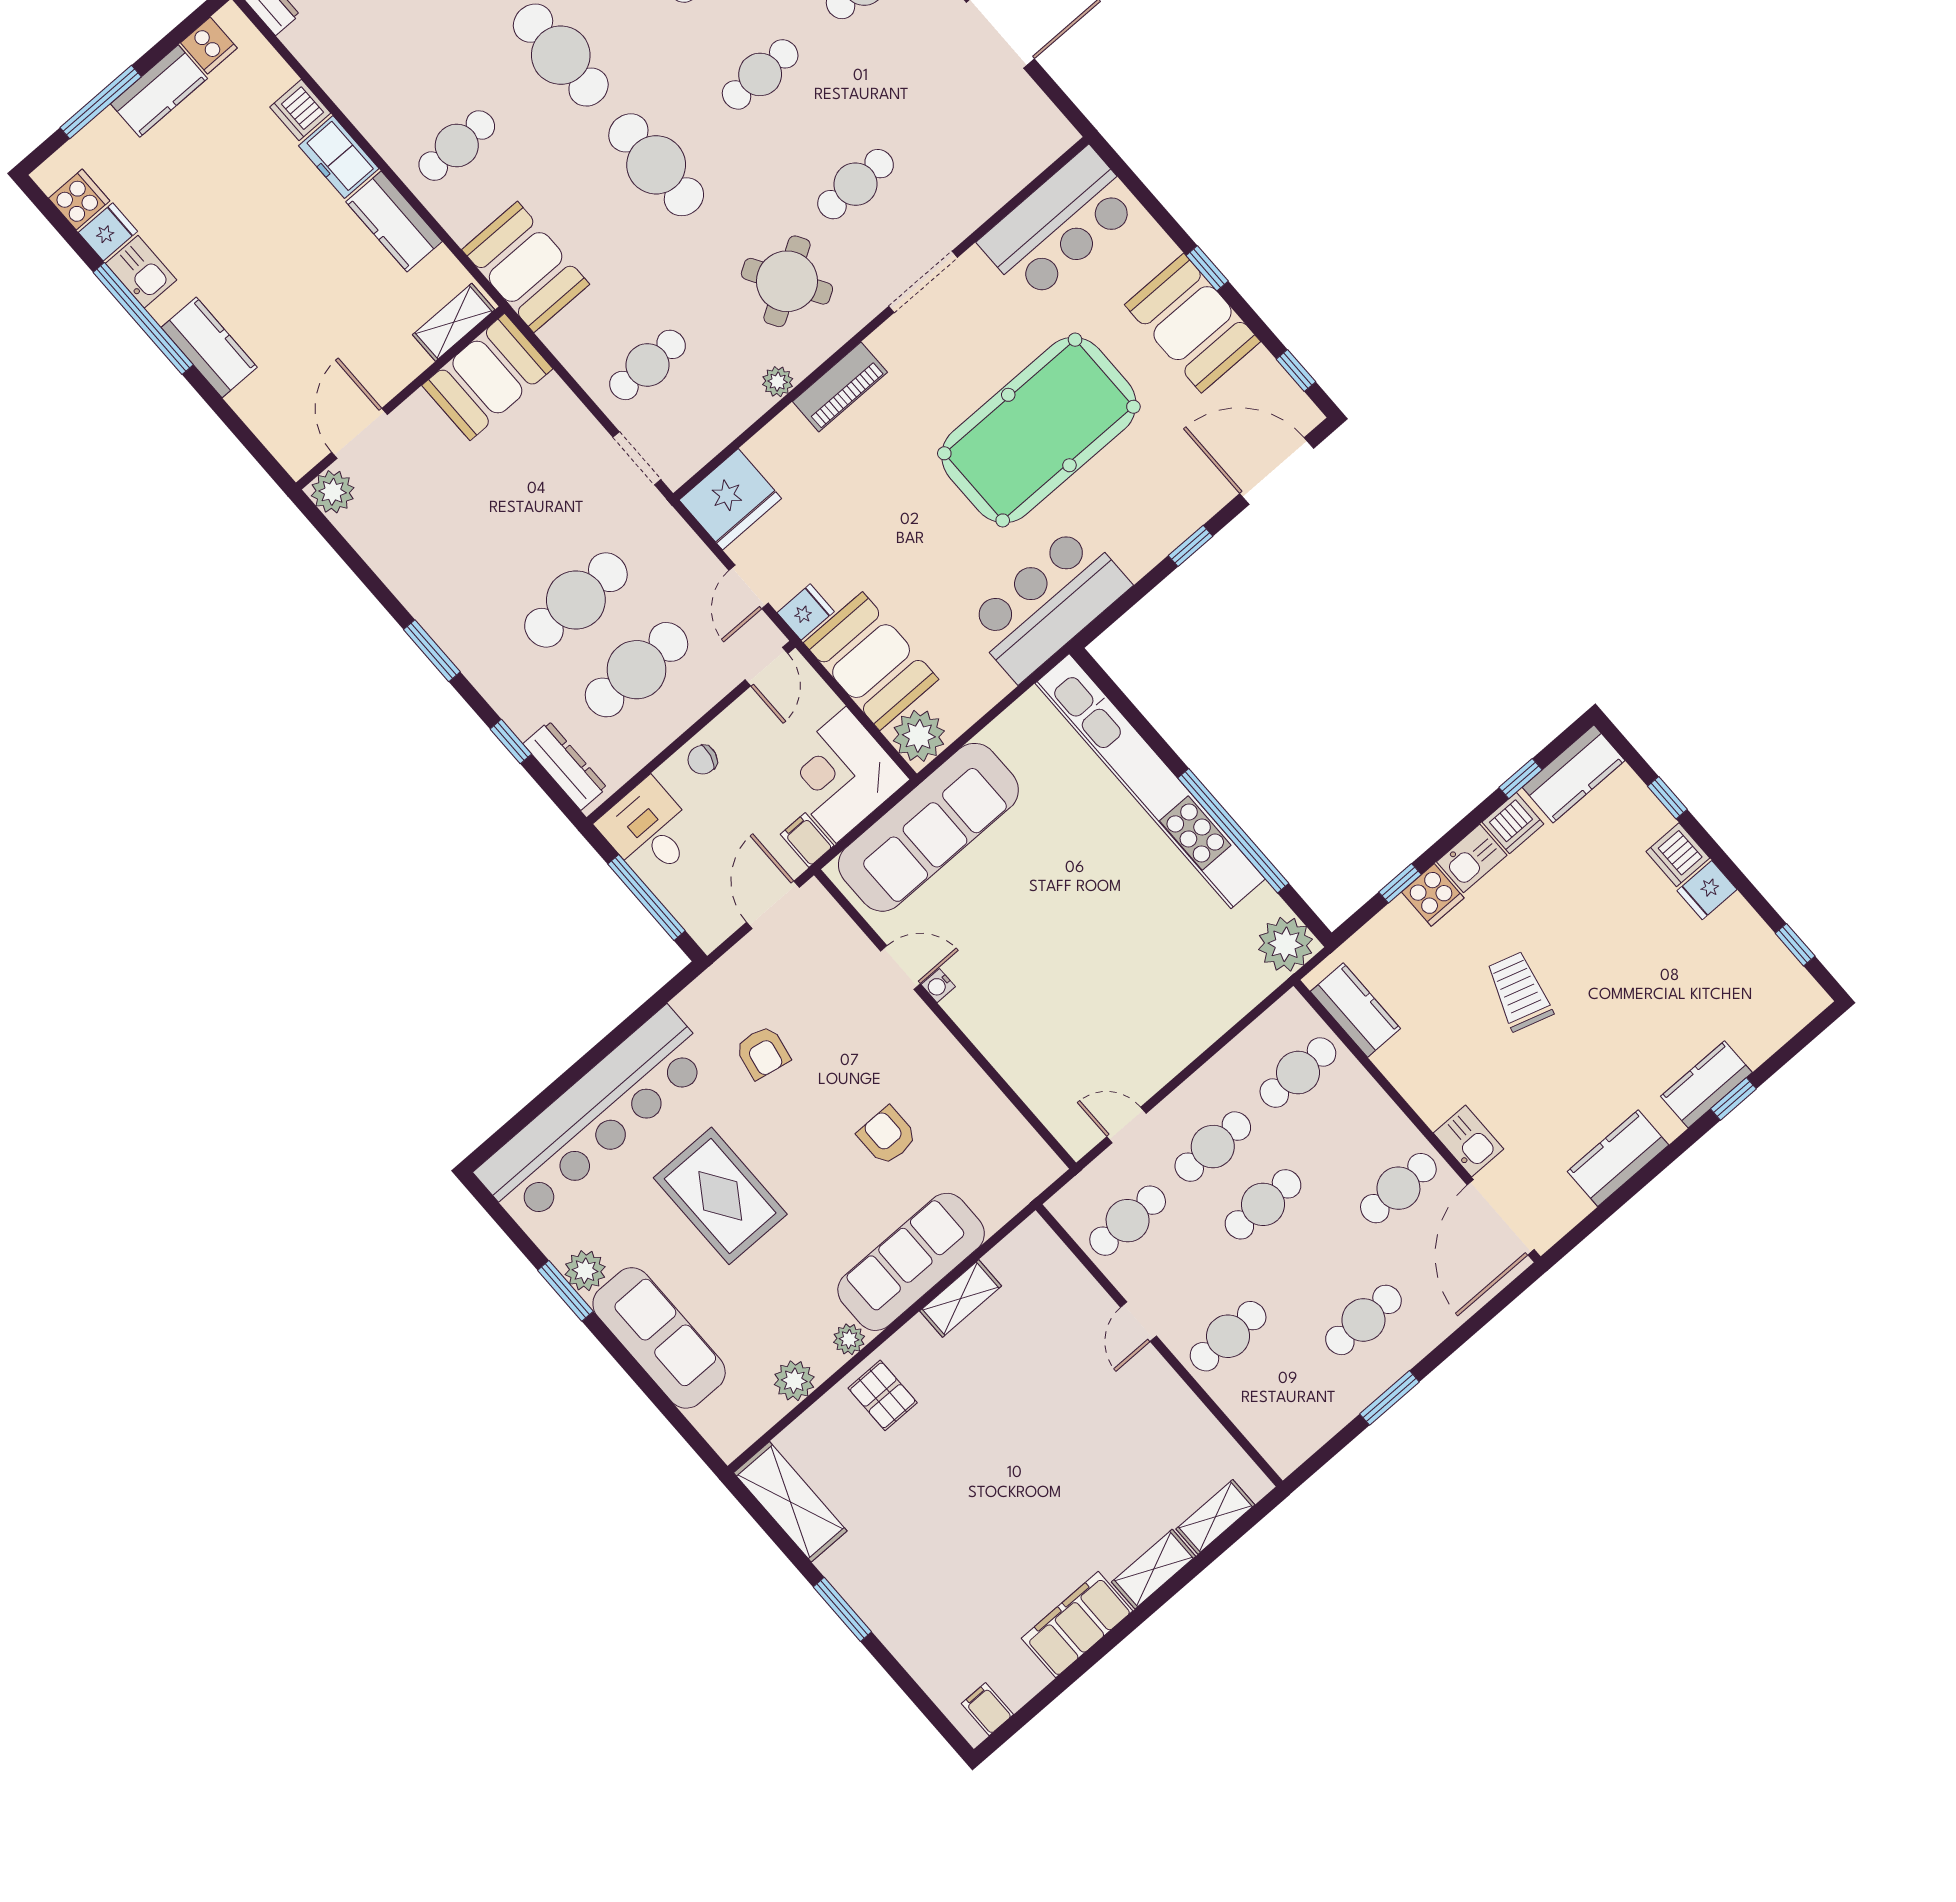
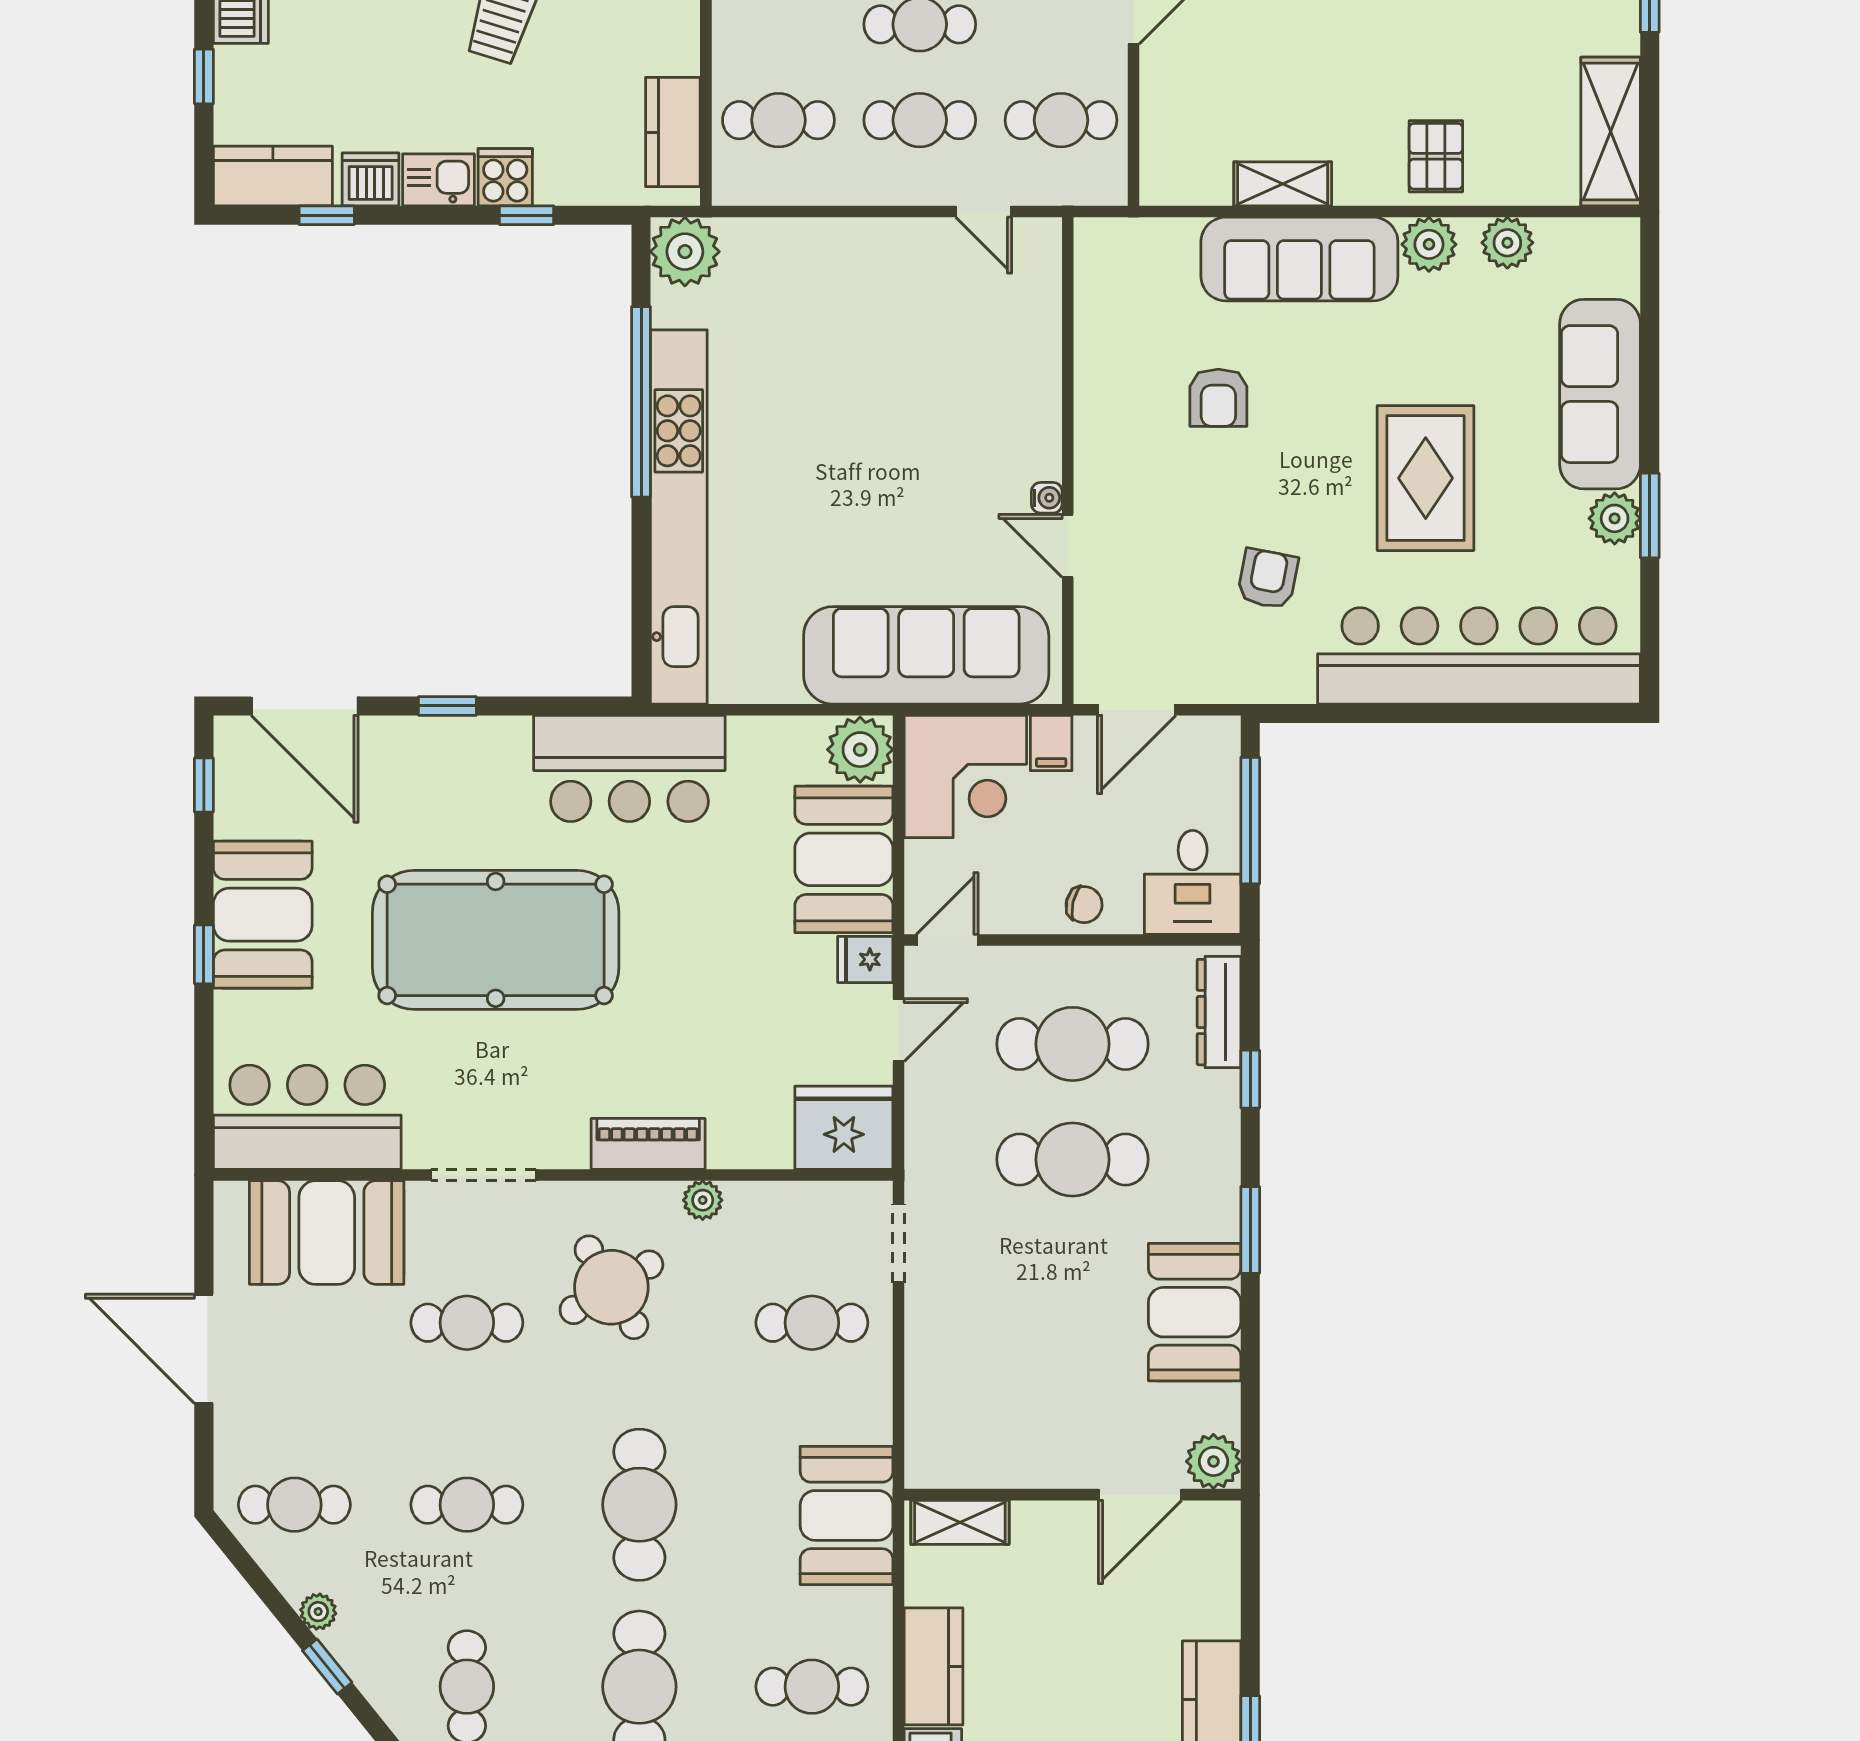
booth: (987, 165) -> (327, 1232), added
booth: (487, 377) -> (1195, 1312), moved, turned 90
plant: (849, 1339) -> (1429, 244), width x1.38, depth x1.38

